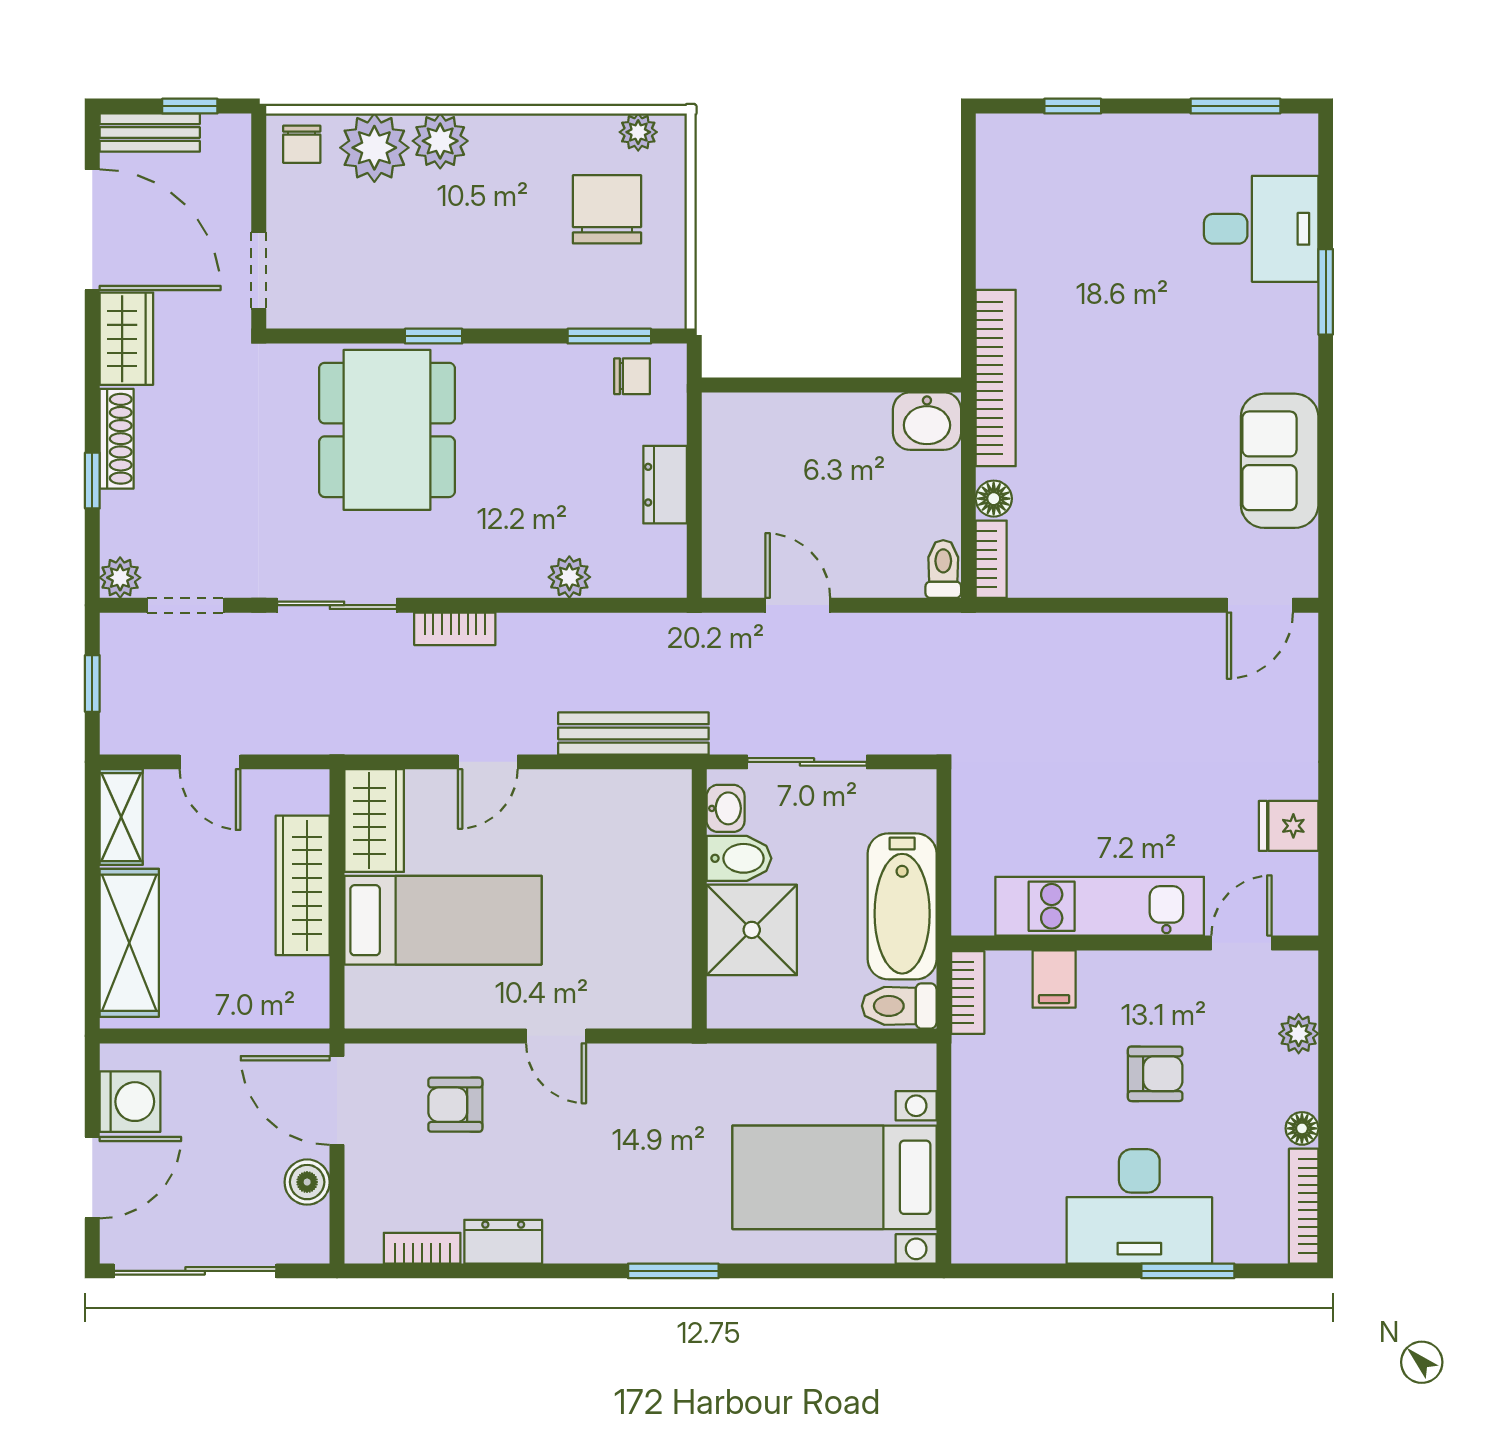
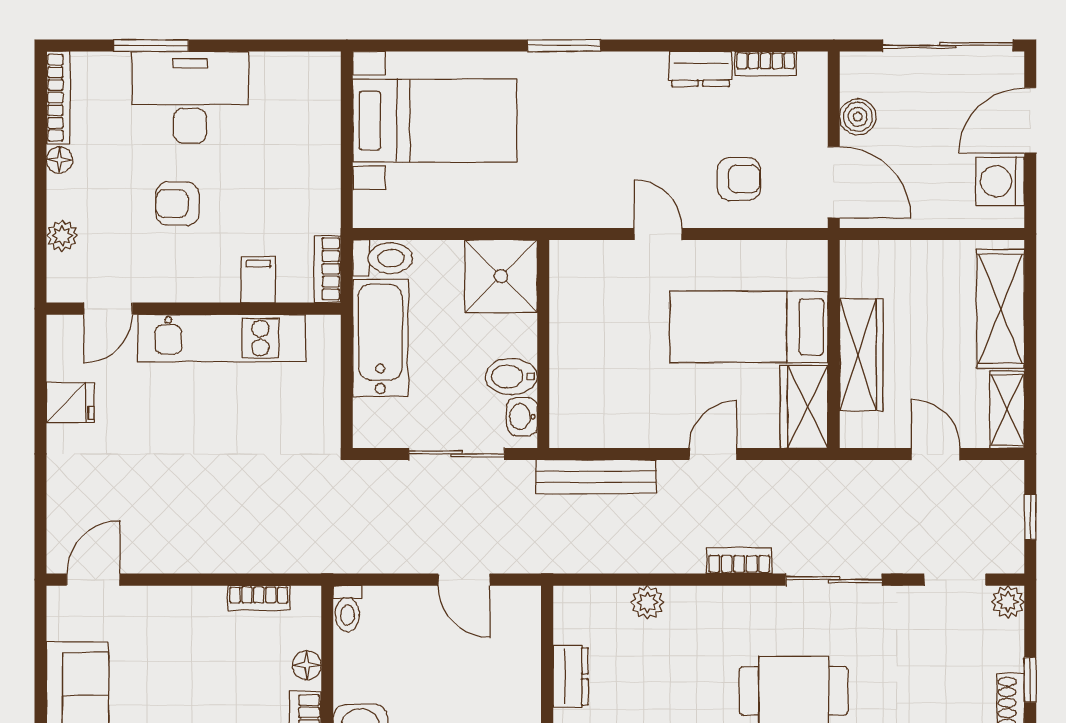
bookcase: (991, 559) -> (259, 598), moved, turned -90
shower: (752, 930) -> (501, 276), moved

